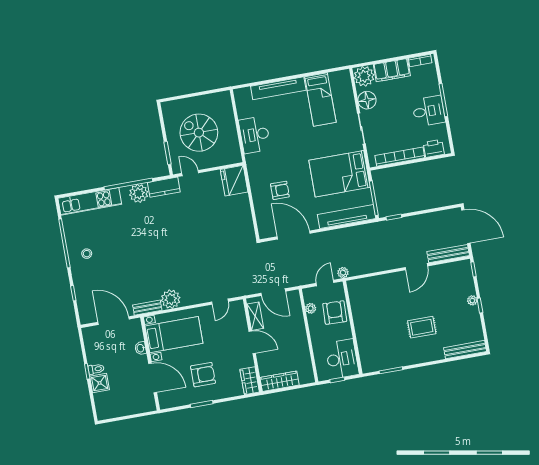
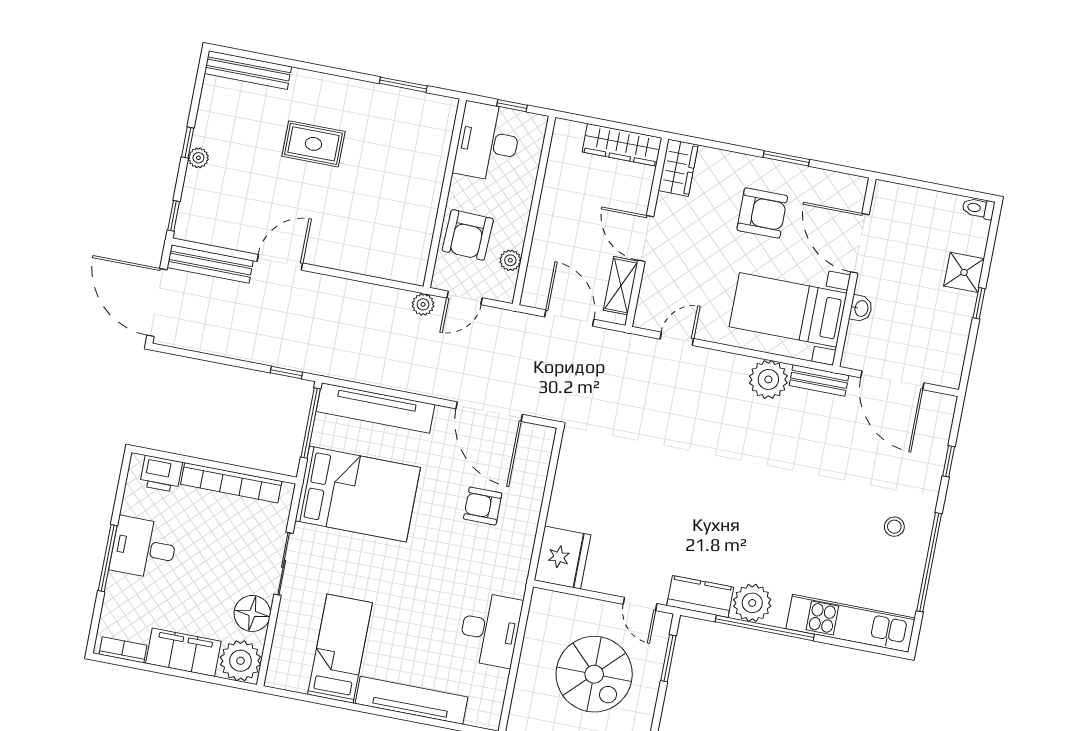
toilet: (96, 369) -> (978, 208), moved
armchair: (203, 375) -> (762, 213), turned 180

